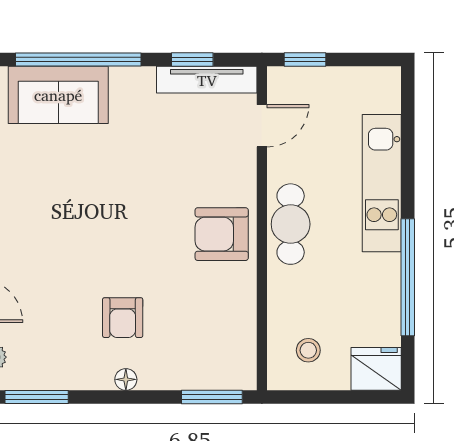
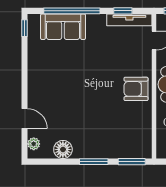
armchair: (123, 318) -> (92, 126), removed
floor lamp: (126, 379) -> (63, 149), moved, width x1.89, depth x1.89
window: (37, 397) -> (94, 162), moved

